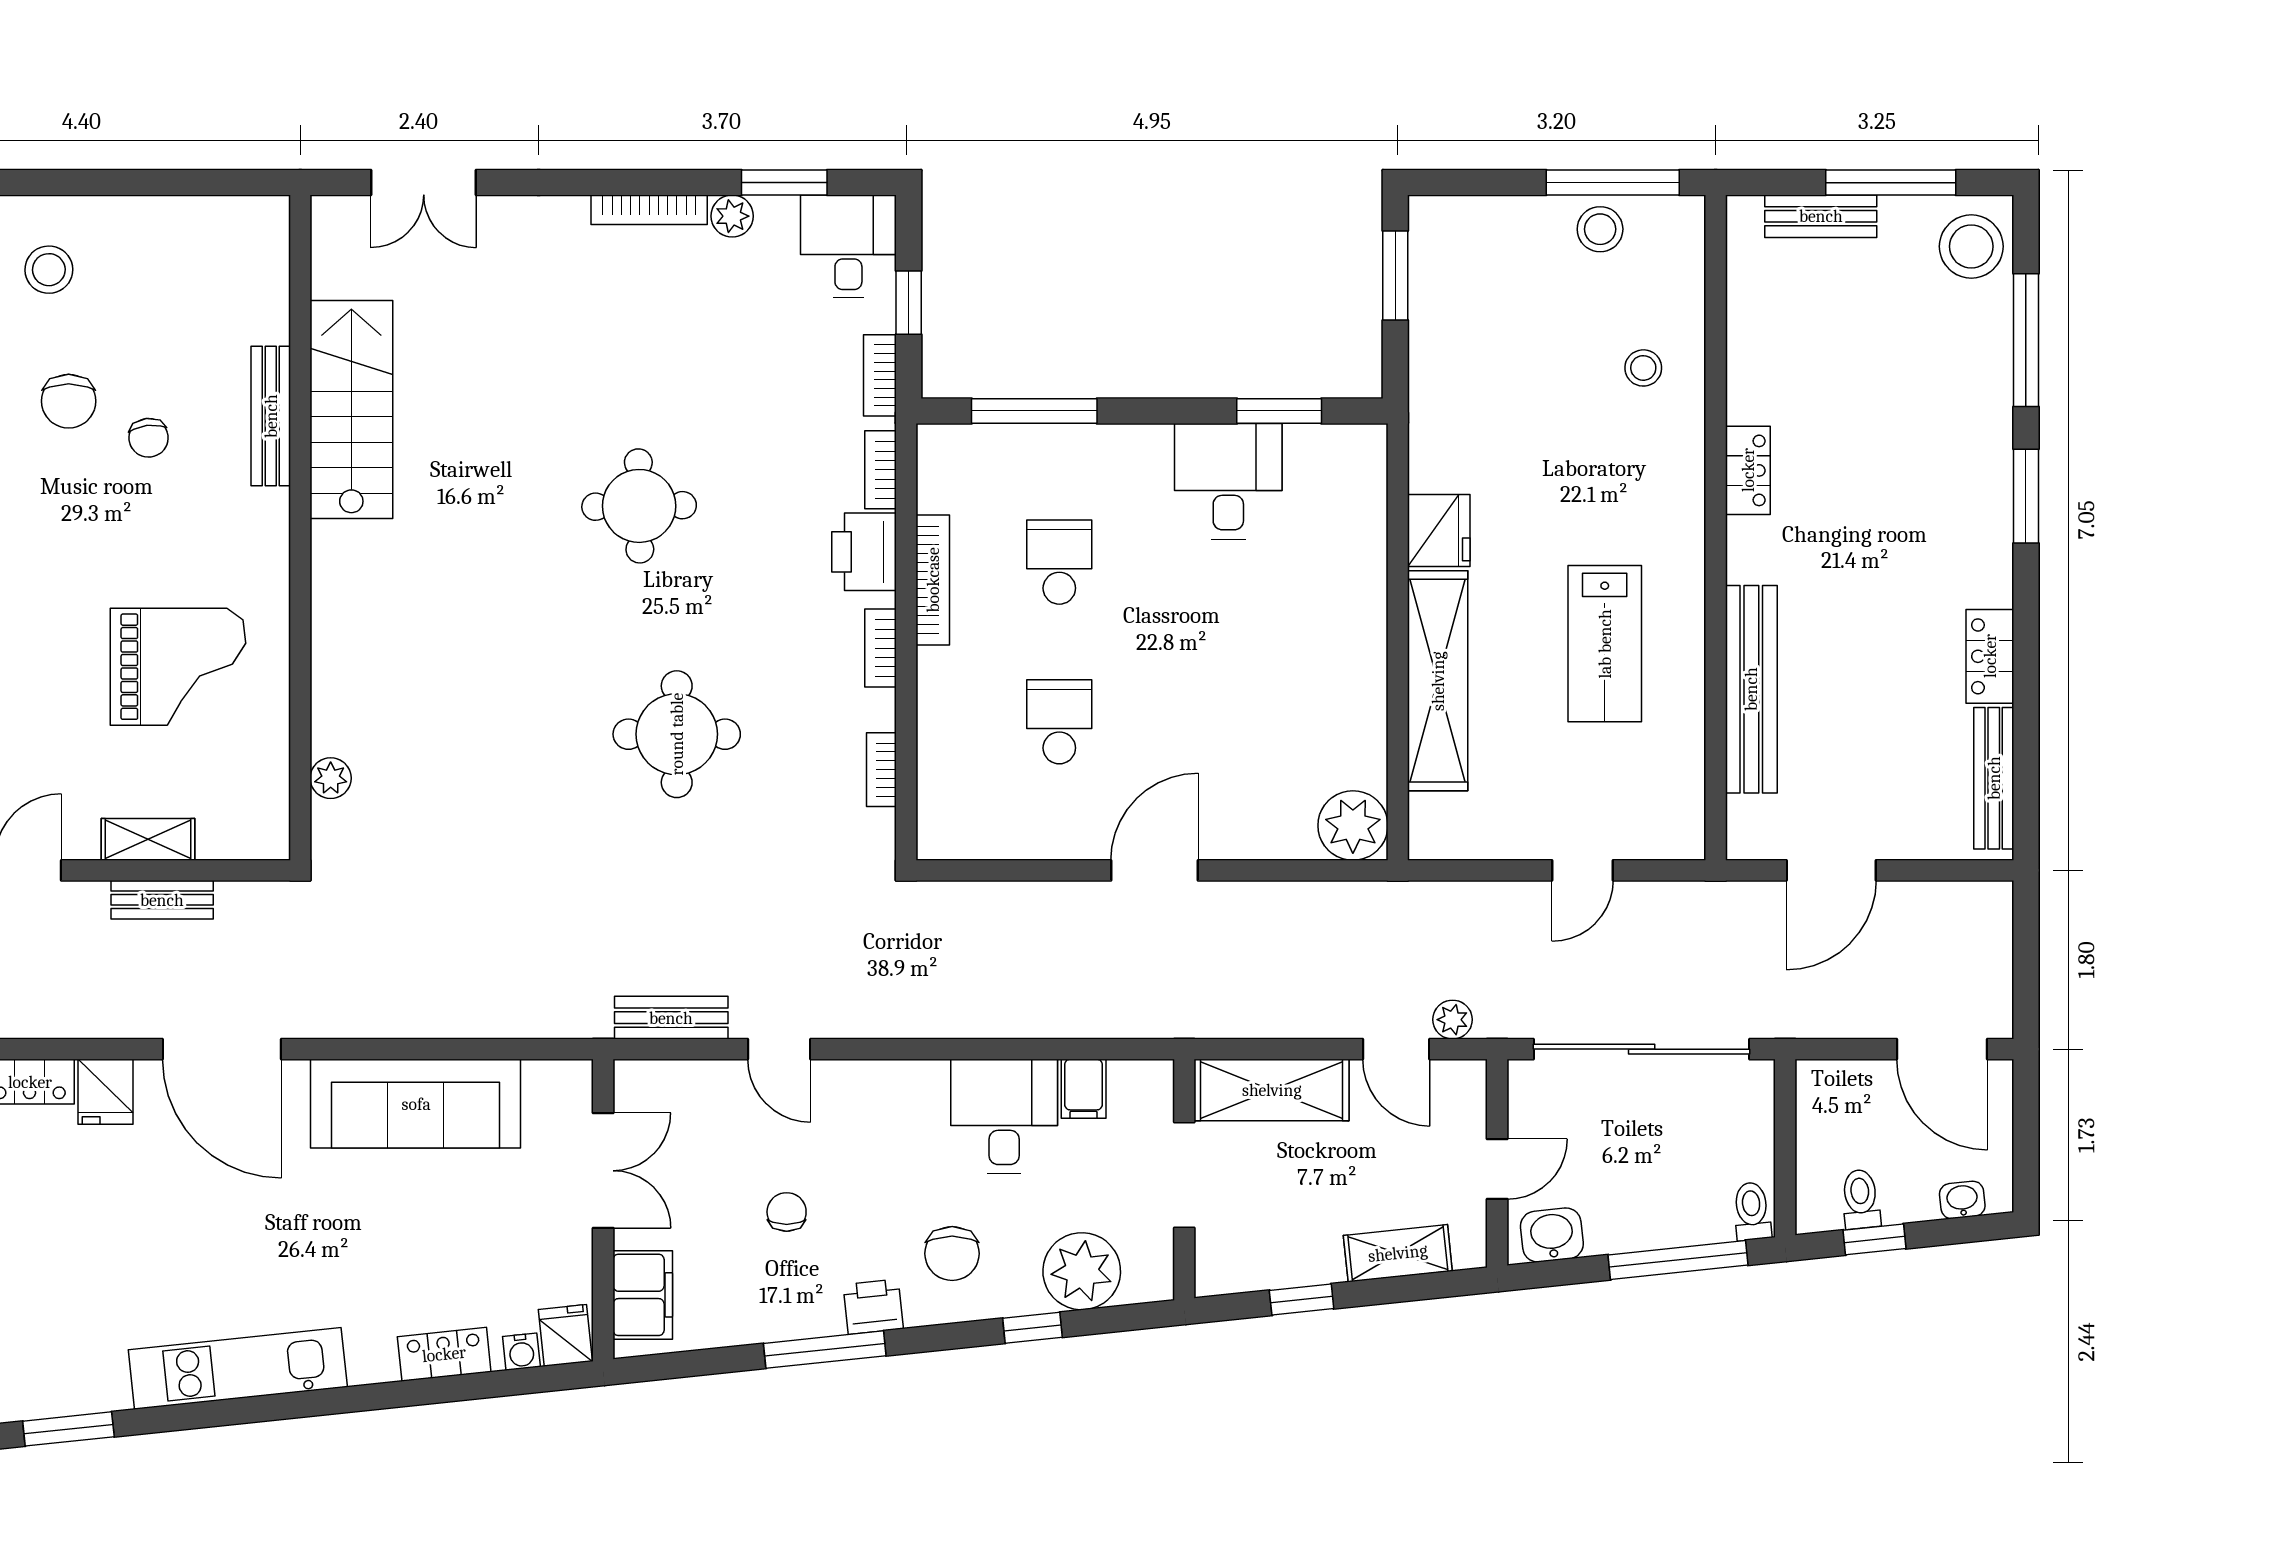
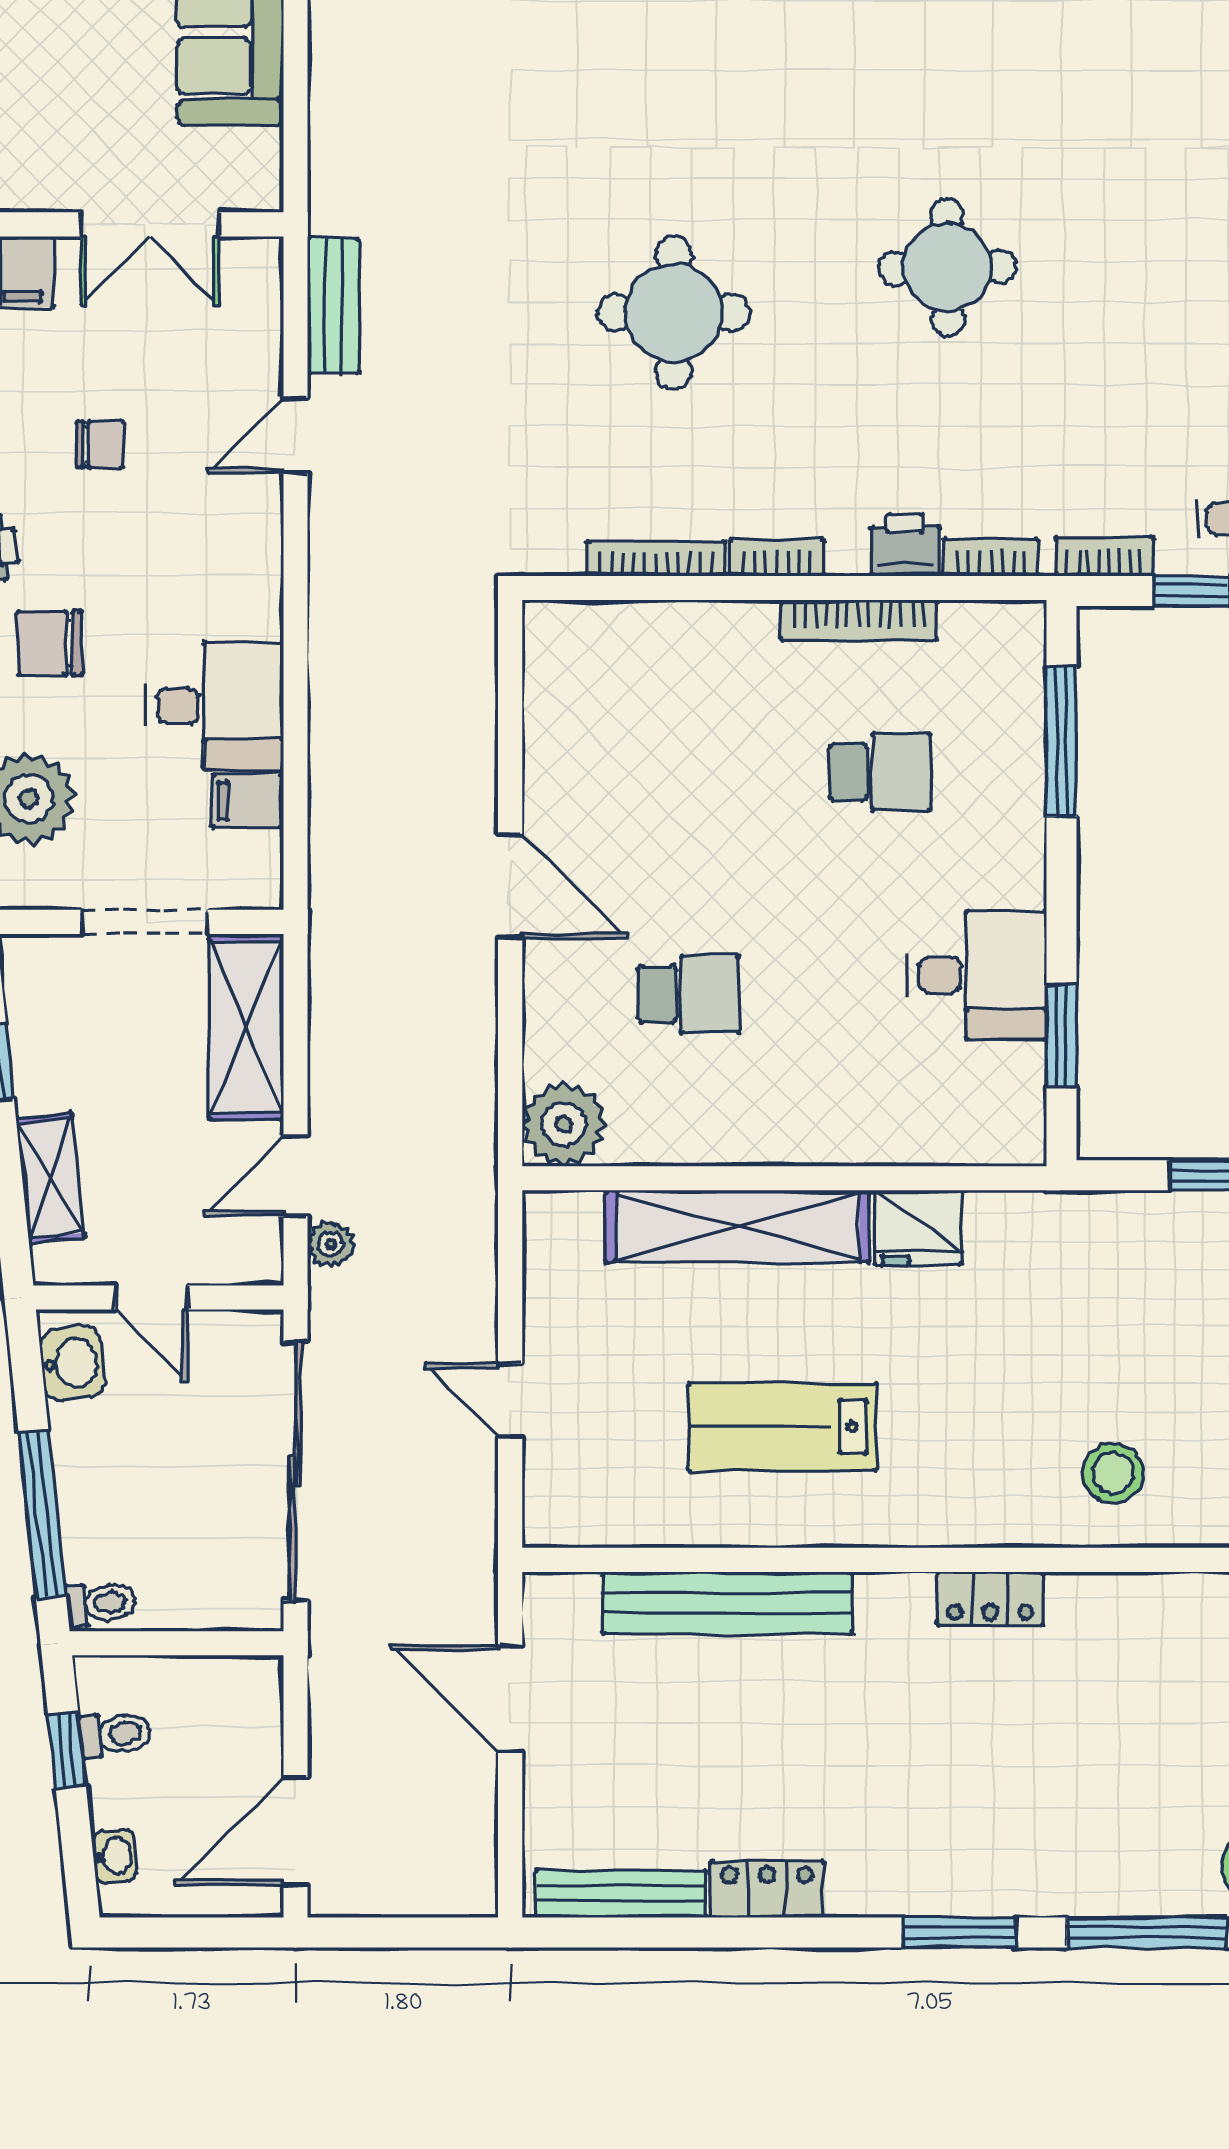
stool: (1643, 368) -> (1113, 1473), width x1.37, depth x1.37
printer: (864, 552) -> (905, 545), width x0.73, depth x0.81
school desk: (1059, 722) -> (688, 994), moved
bookcase: (881, 770) -> (656, 558), width x1.56

